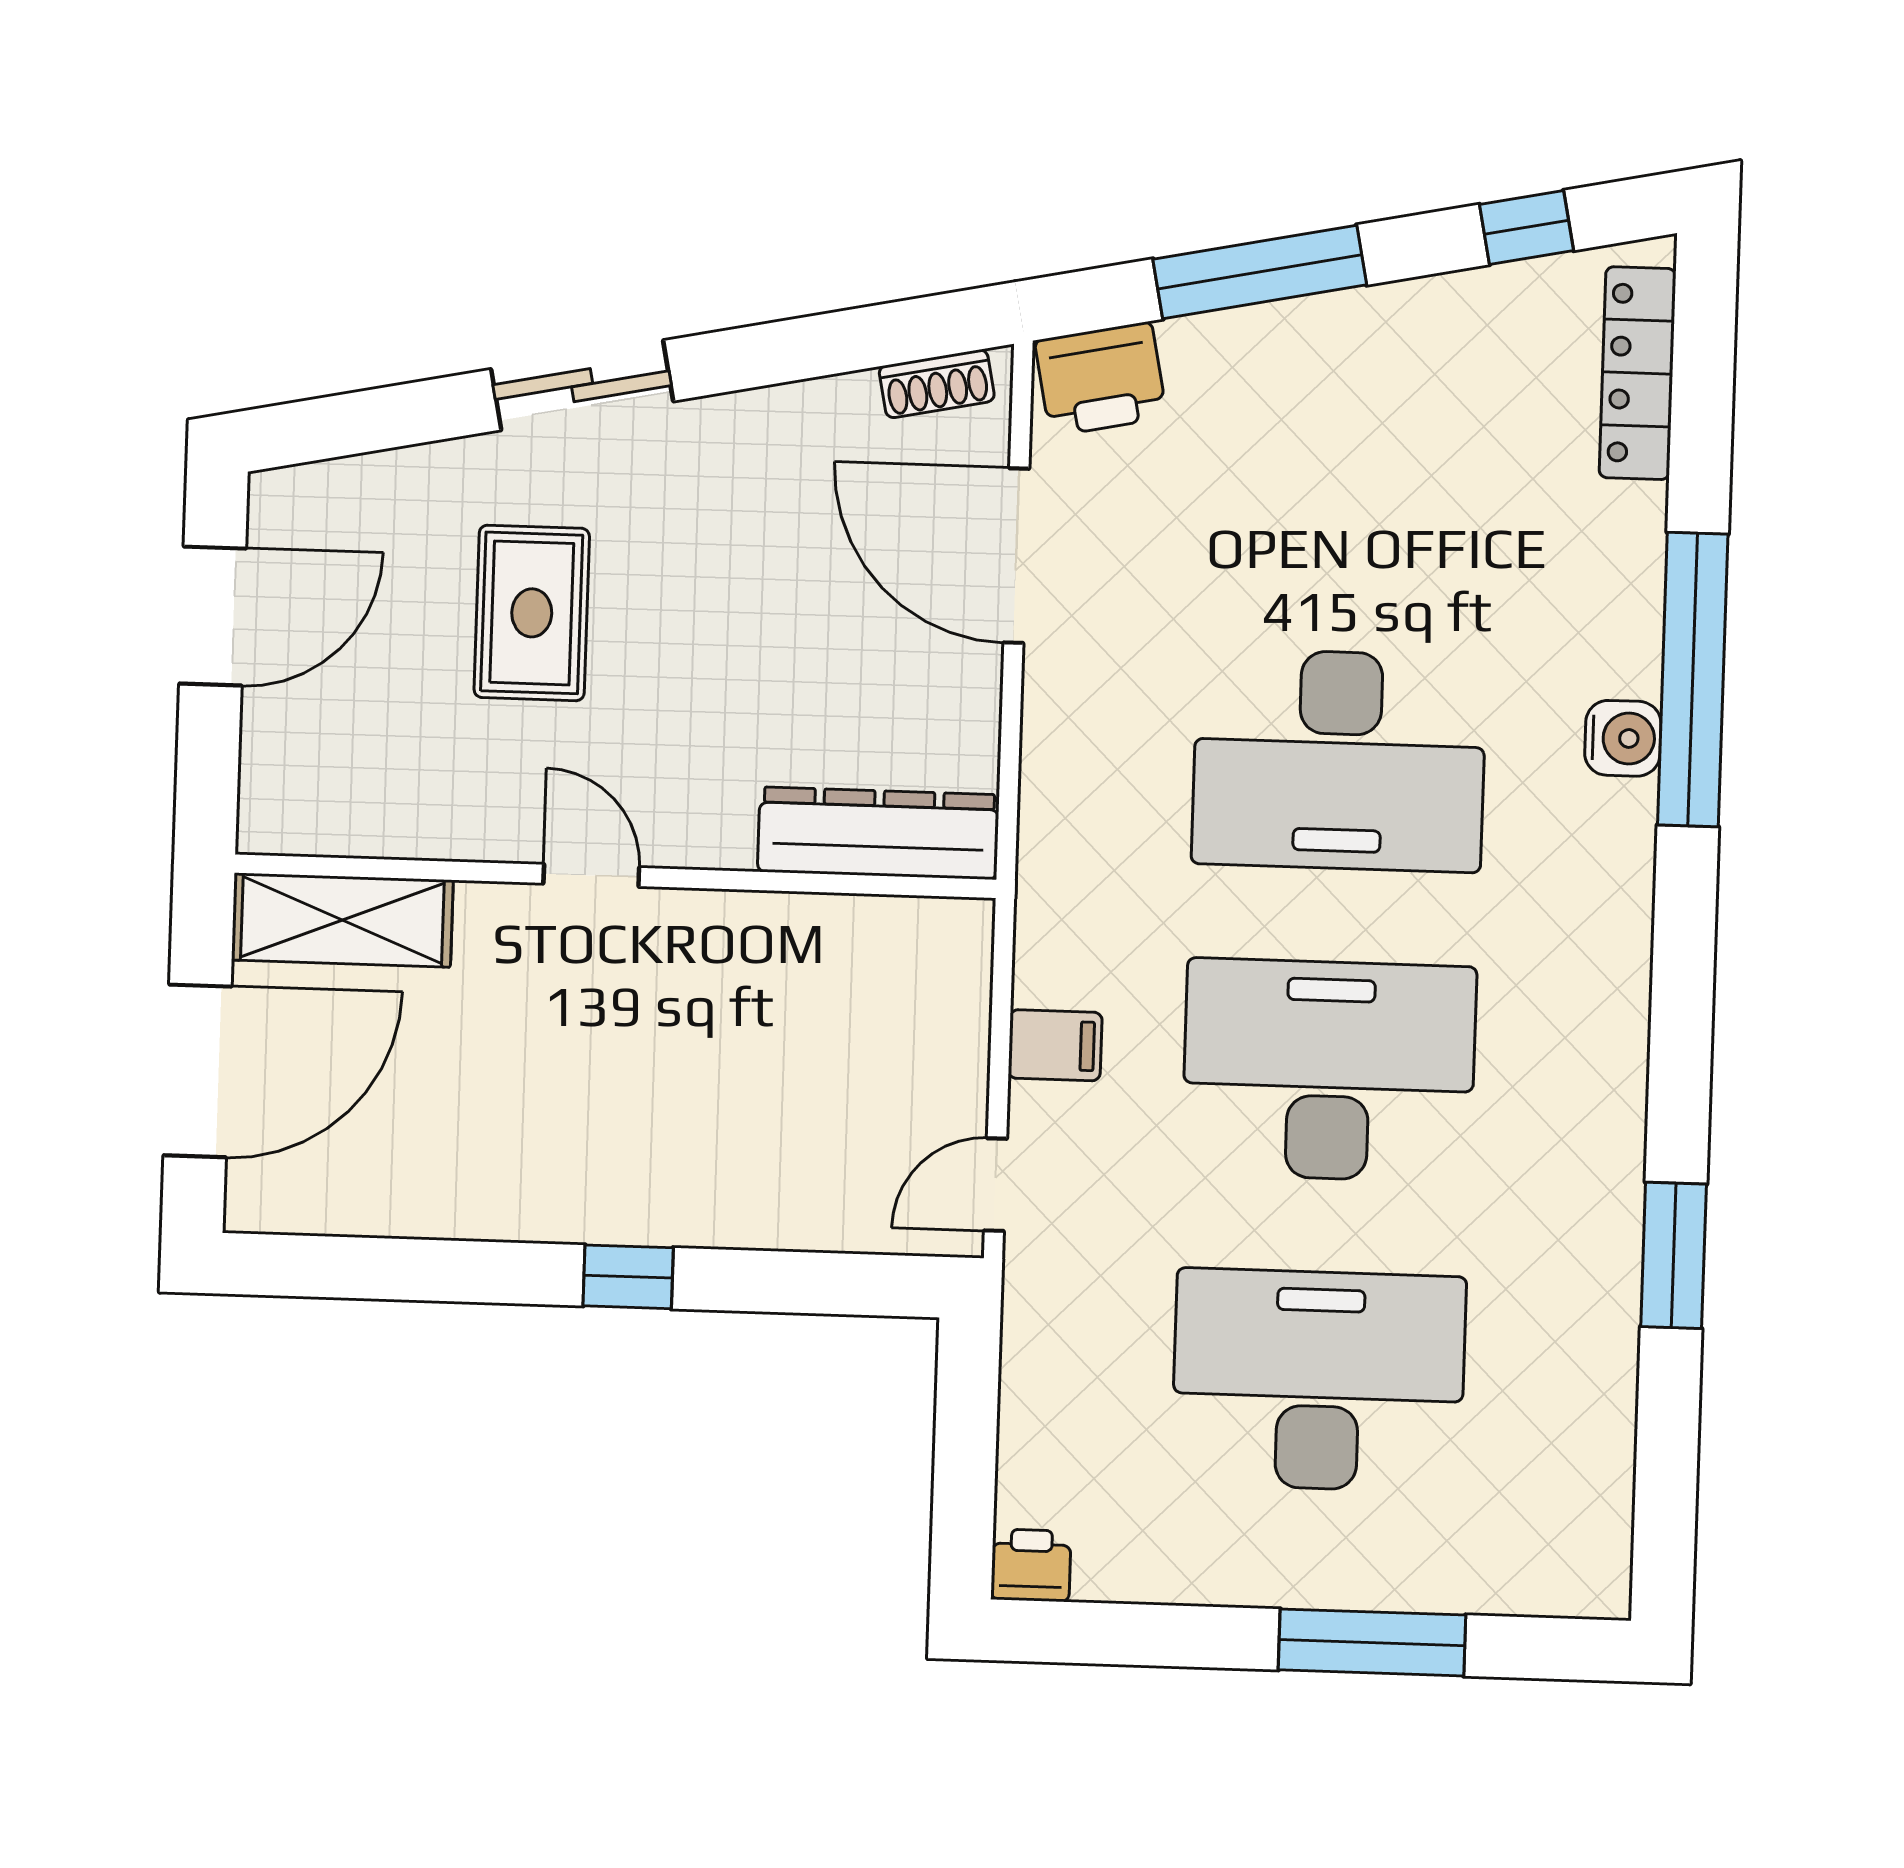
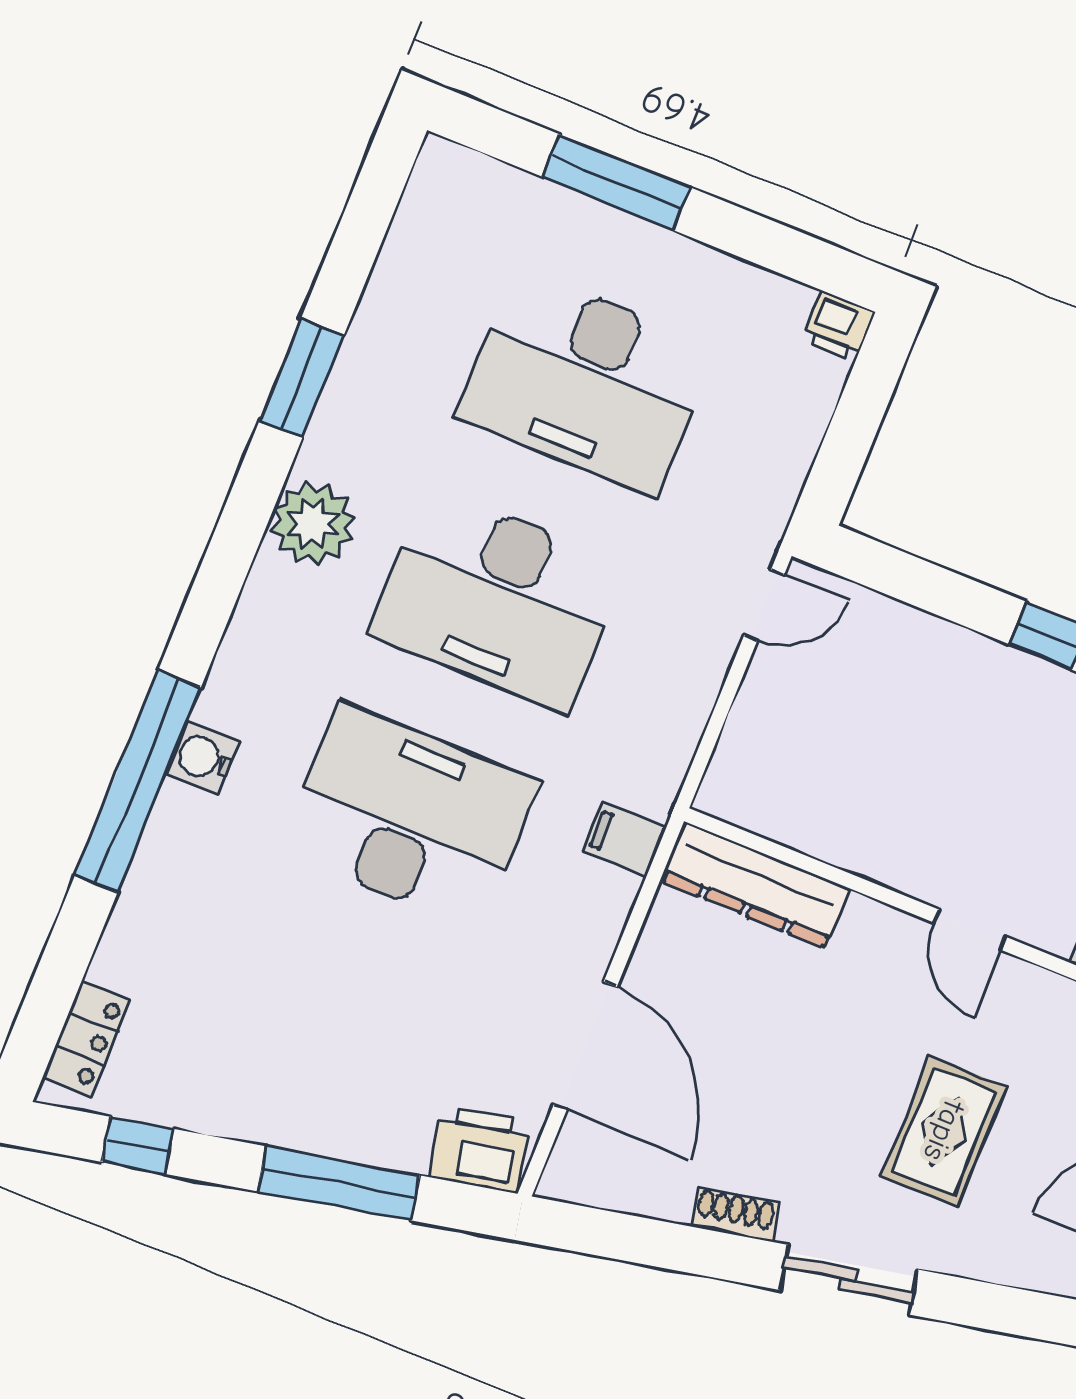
locker: (1638, 373) -> (87, 1039), width x0.66
shoe rack: (937, 384) -> (735, 1215), moved
filing cabinet: (1055, 1045) -> (624, 839), moved
plant: (1593, 1079) -> (313, 524), added

